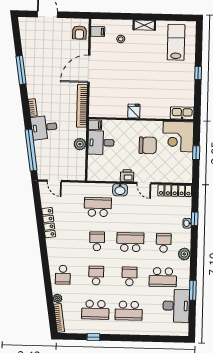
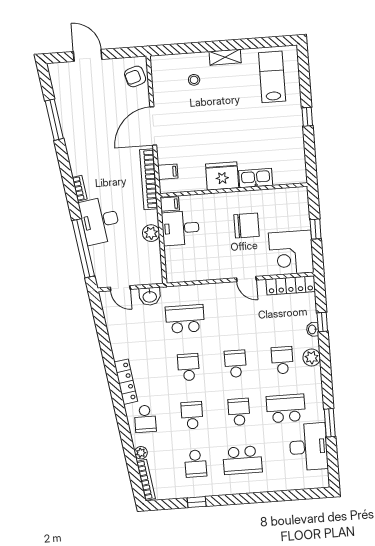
filing cabinet: (98, 31) -> (168, 172), moved
armchair: (79, 32) -> (135, 76), turned 73
window: (21, 70) -> (54, 120), moved
fridge: (134, 111) -> (222, 176), width x1.88, depth x1.34
kitchen sink: (182, 113) -> (256, 178), moved
desk: (44, 127) -> (100, 220), width x1.37
corner desk: (178, 137) -> (291, 253), moved
printer: (127, 176) -> (222, 271), removed
washbasin: (120, 190) -> (150, 296), moved
locker: (49, 223) -> (126, 382), moved
school desk: (130, 242) -> (235, 364), width x0.54
plant: (184, 254) -> (312, 357), moved
school desk: (163, 277) -> (286, 408), turned 180
school desk: (95, 310) -> (196, 464), width x0.54

